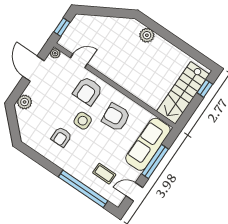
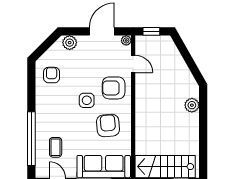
armchair: (61, 137) -> (52, 75), moved, turned 90

